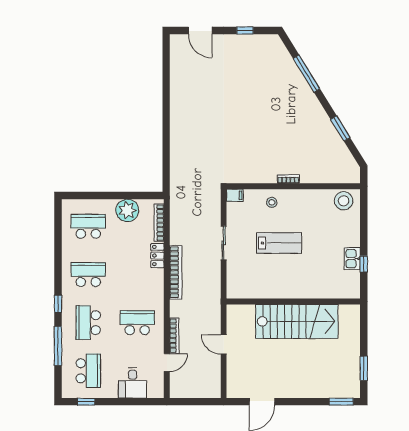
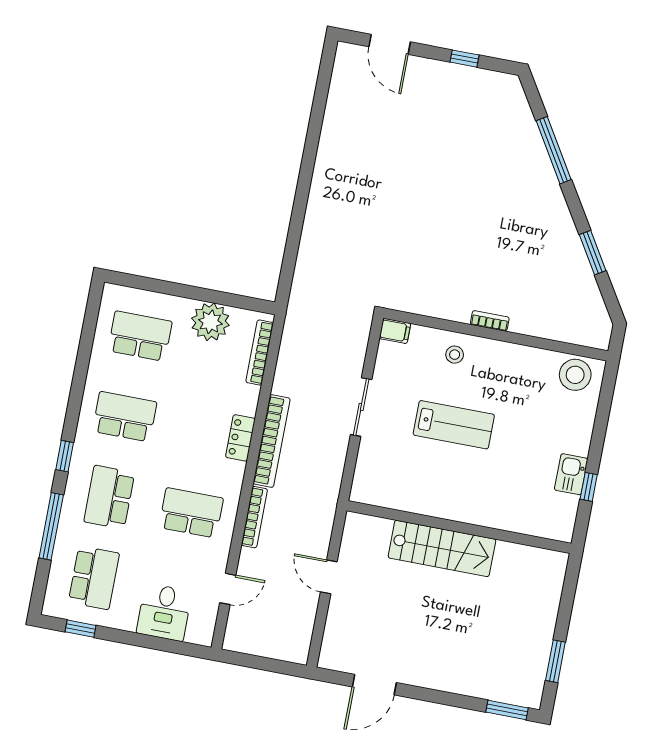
locker: (157, 256) -> (240, 438), moved
stairs: (297, 321) -> (442, 548), width x0.73, depth x0.66
bookcase: (174, 336) -> (254, 517), moved

